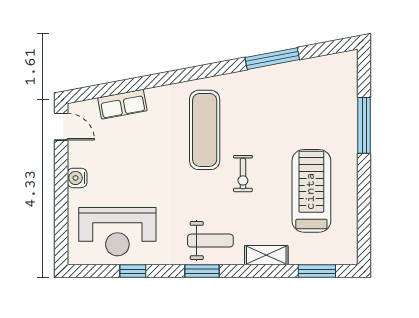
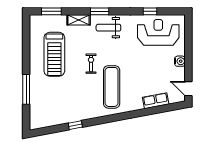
window: (272, 59) -> (75, 125), width x0.46
window: (202, 271) -> (100, 11), moved

